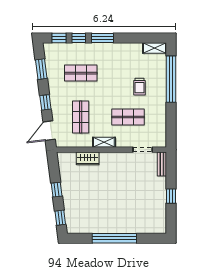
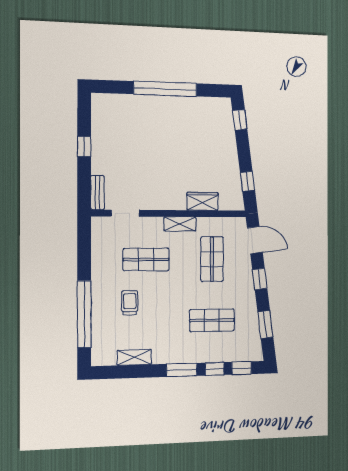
shelving: (155, 48) -> (134, 357), moved
door: (49, 131) -> (255, 240), hinge flipped
window: (57, 190) -> (247, 181), moved

